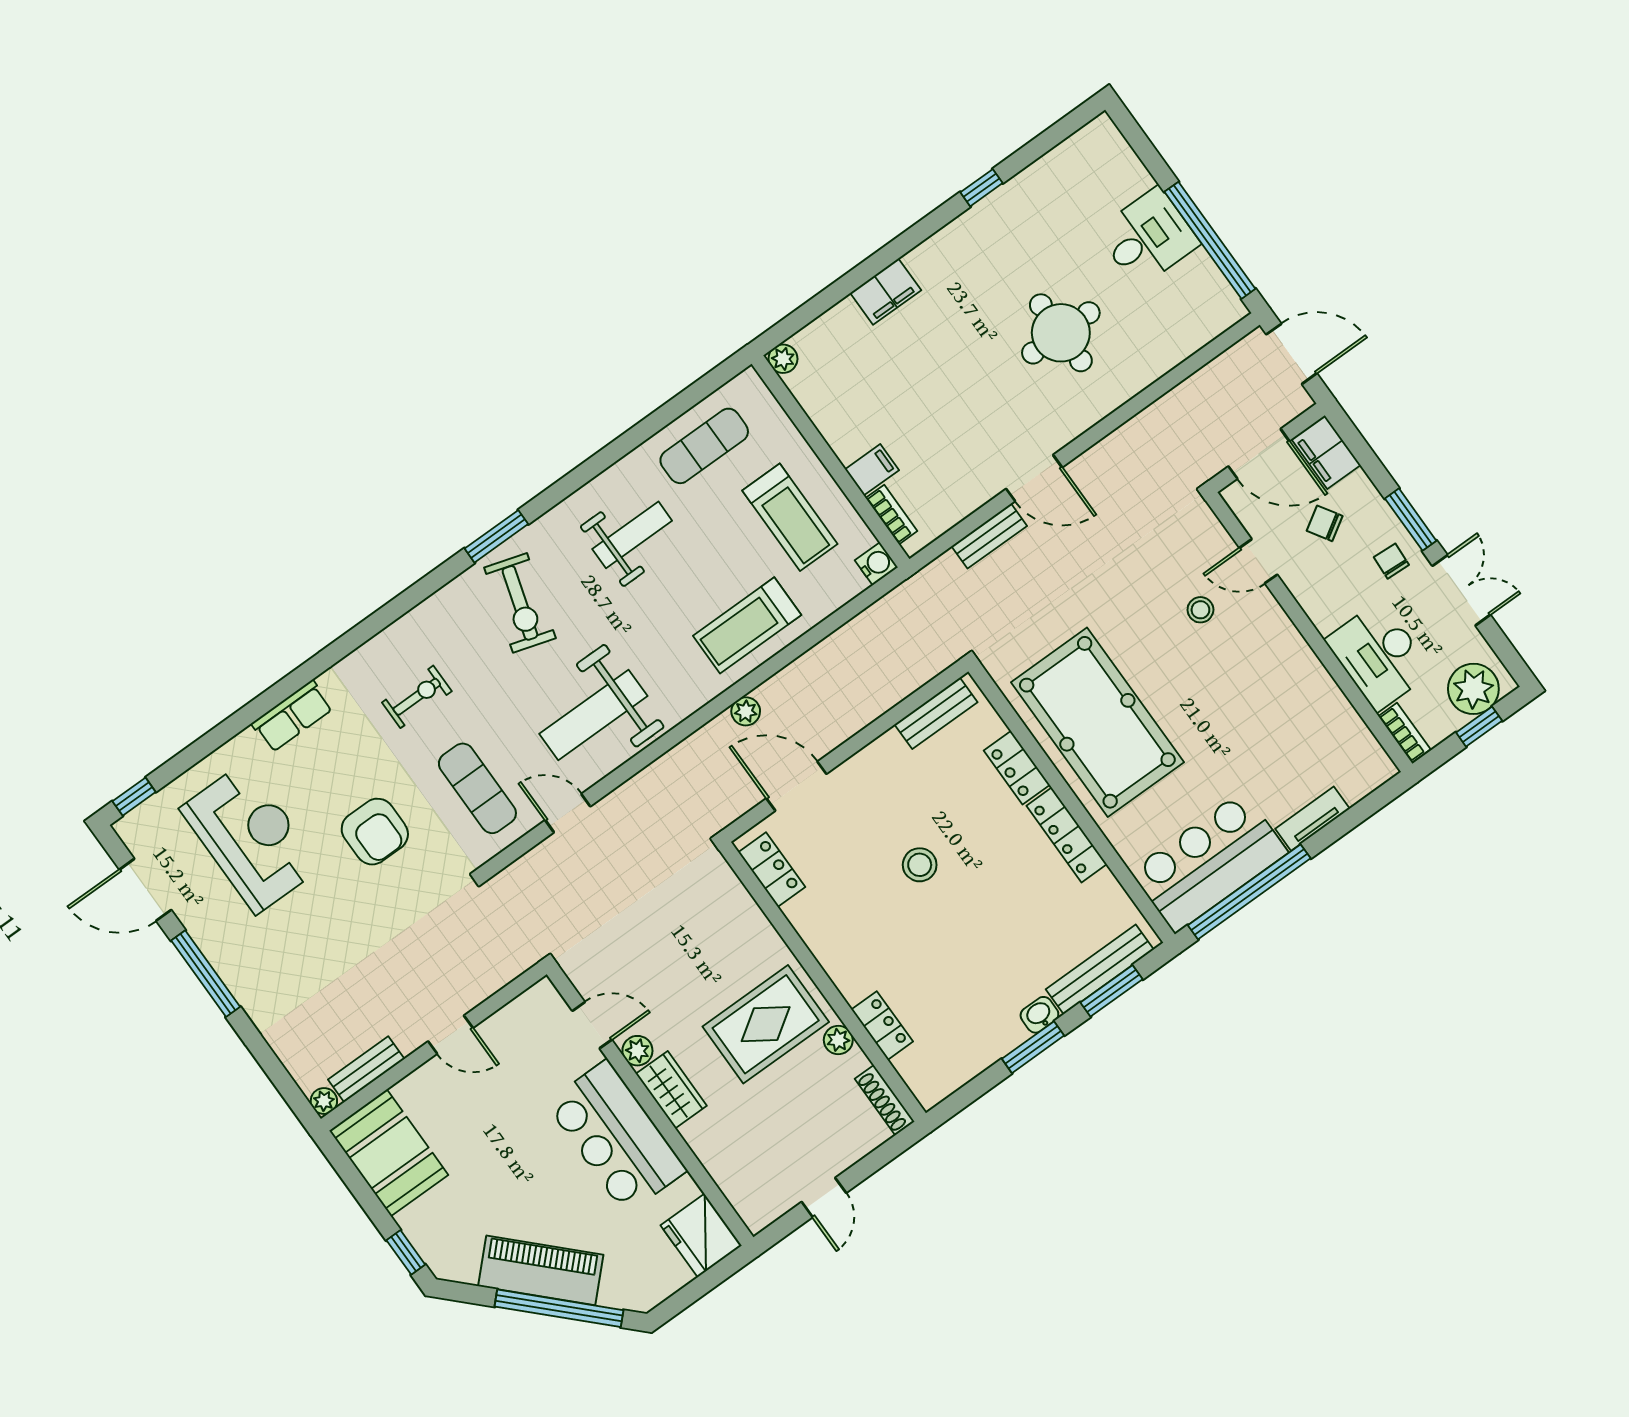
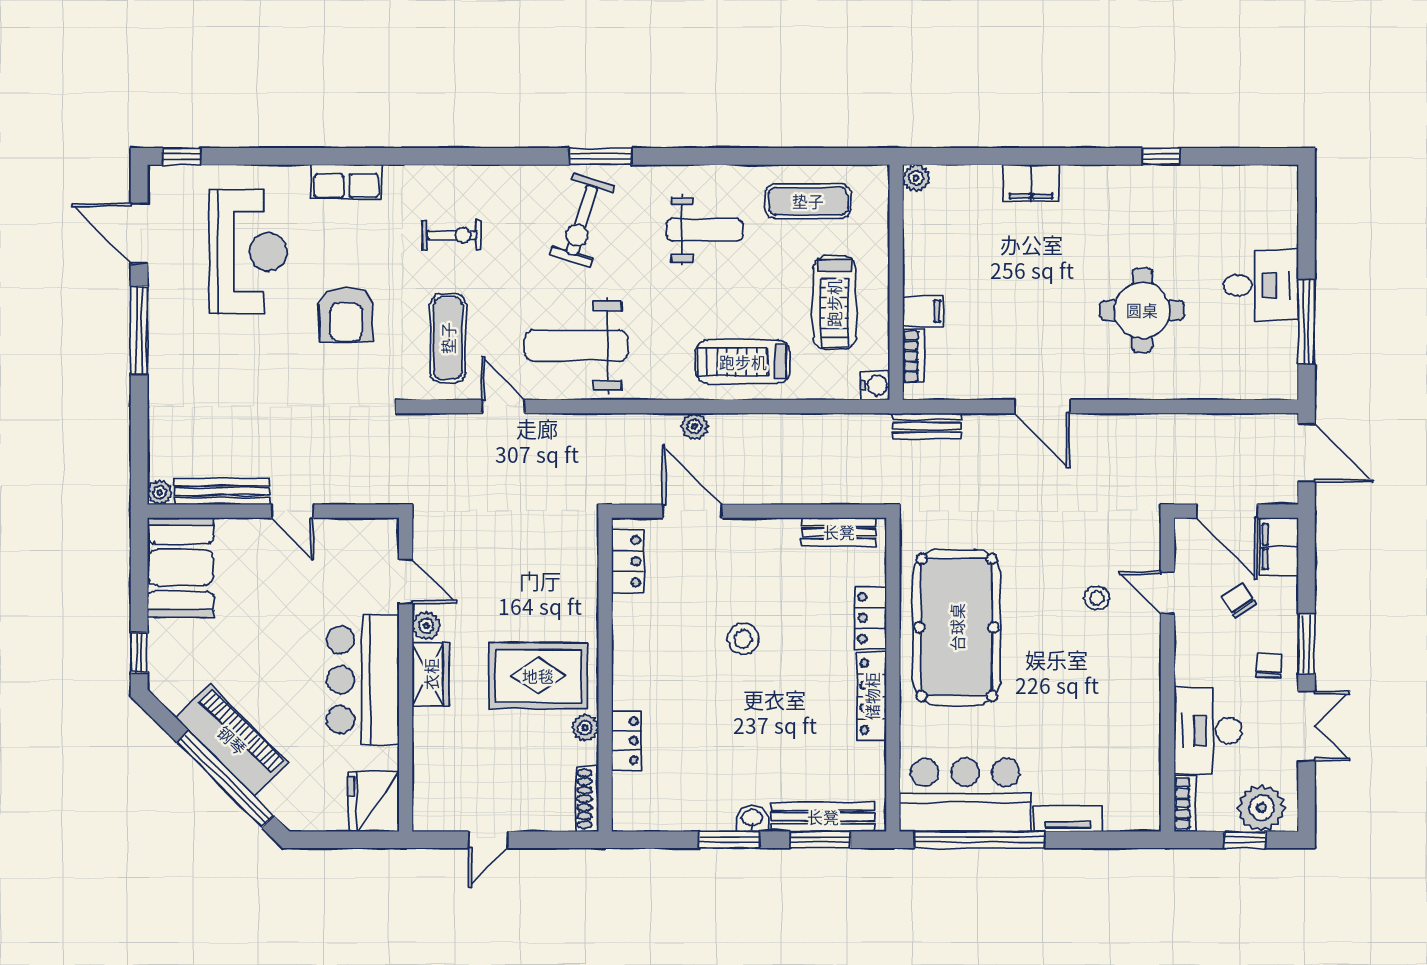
window: (1210, 240) -> (1306, 322), width x0.68
bench: (989, 536) -> (927, 426), moved
bench: (366, 1069) -> (222, 491), width x1.36

